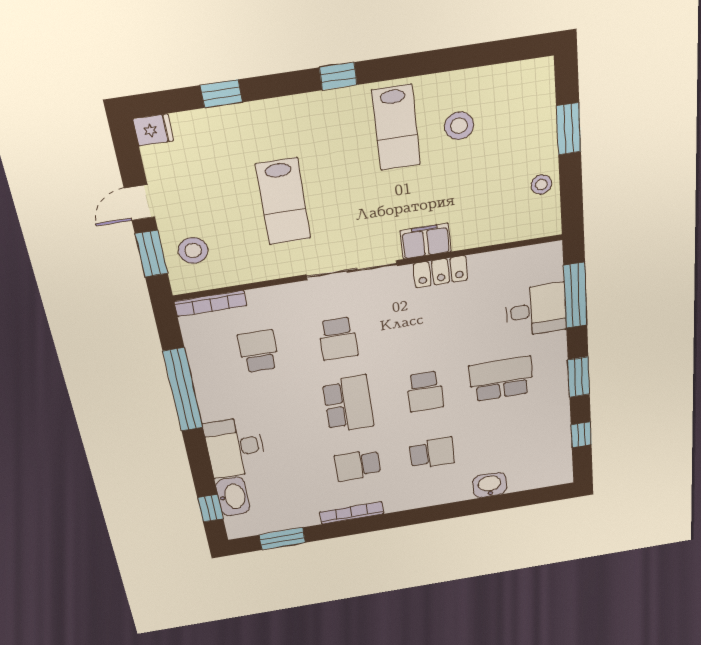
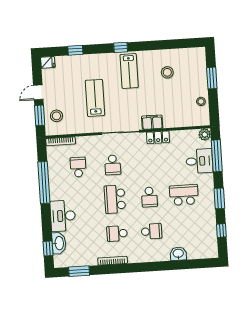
lab bench: (396, 128) -> (129, 71), moved
lab bench: (283, 202) -> (95, 98), turned 180
plant: (549, 255) -> (205, 134), added
school desk: (348, 404) -> (115, 199), turned 180

